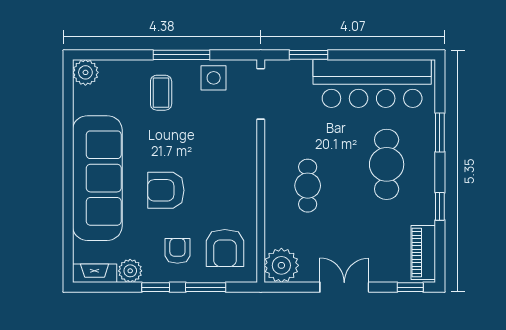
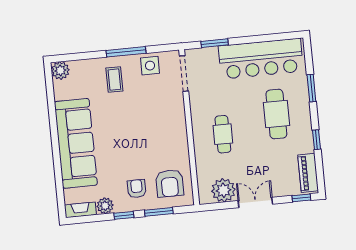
armchair: (166, 190) -> (124, 147), removed
plant: (281, 265) -> (223, 190), moved

